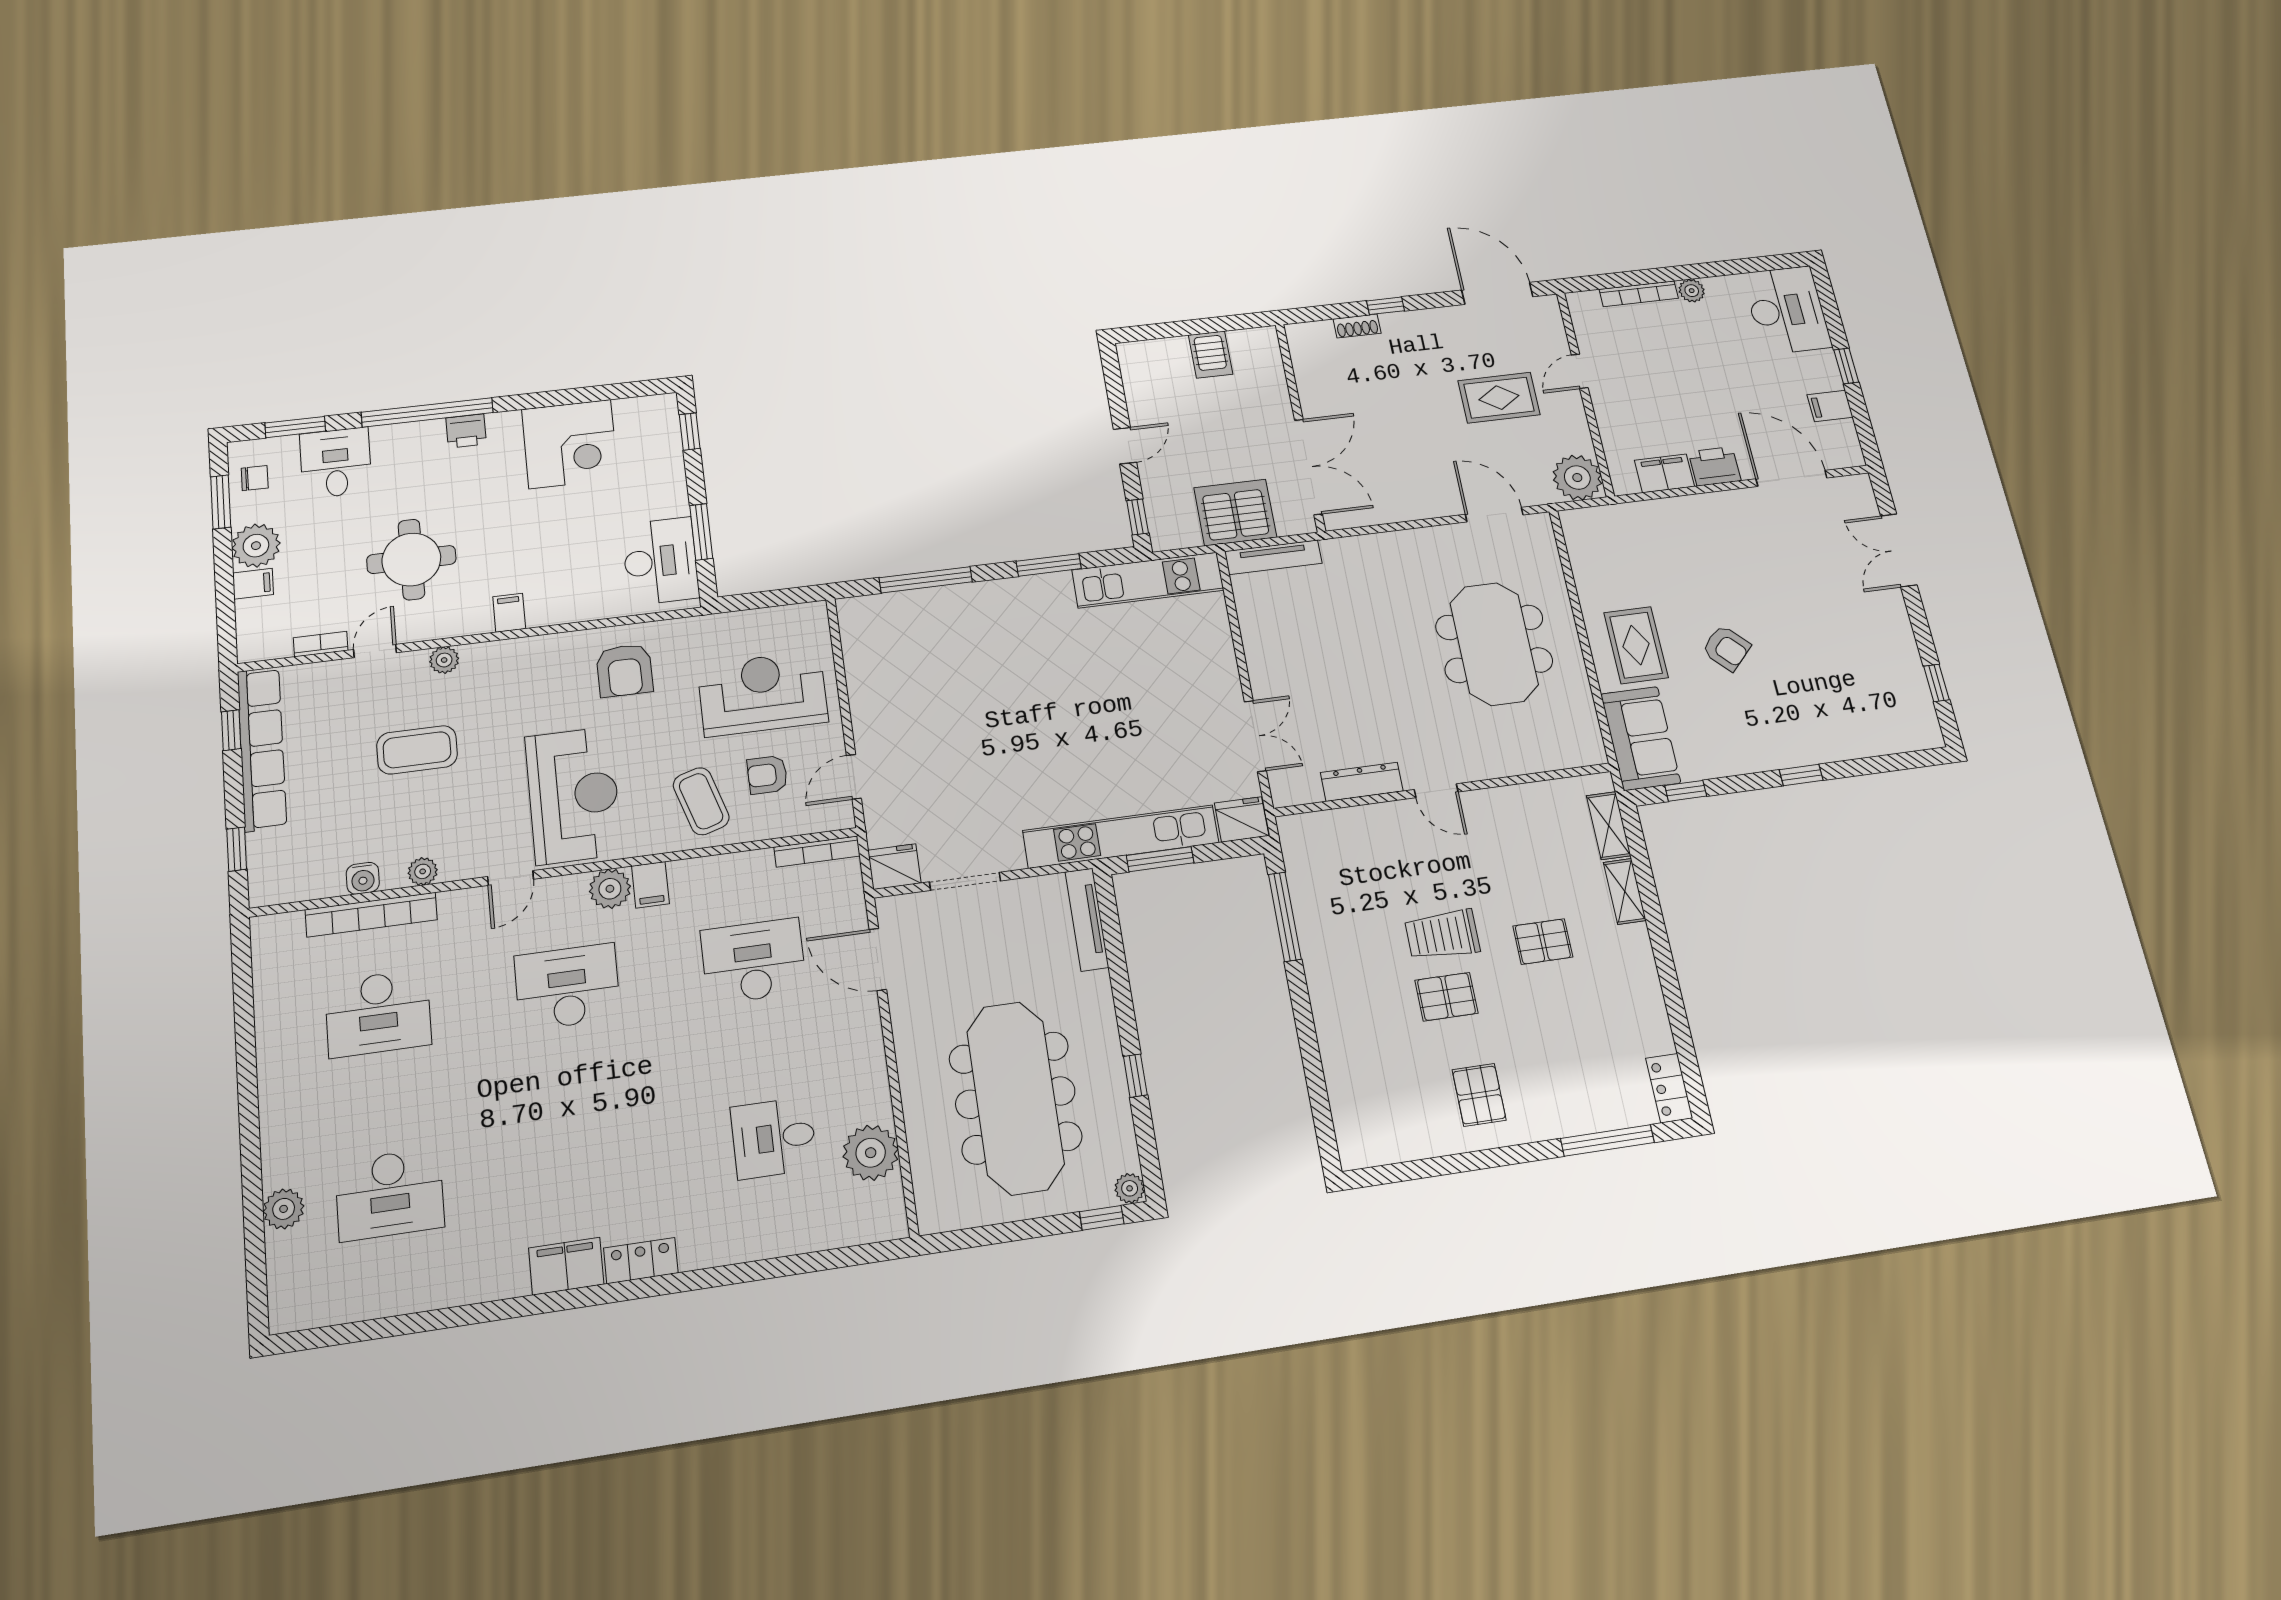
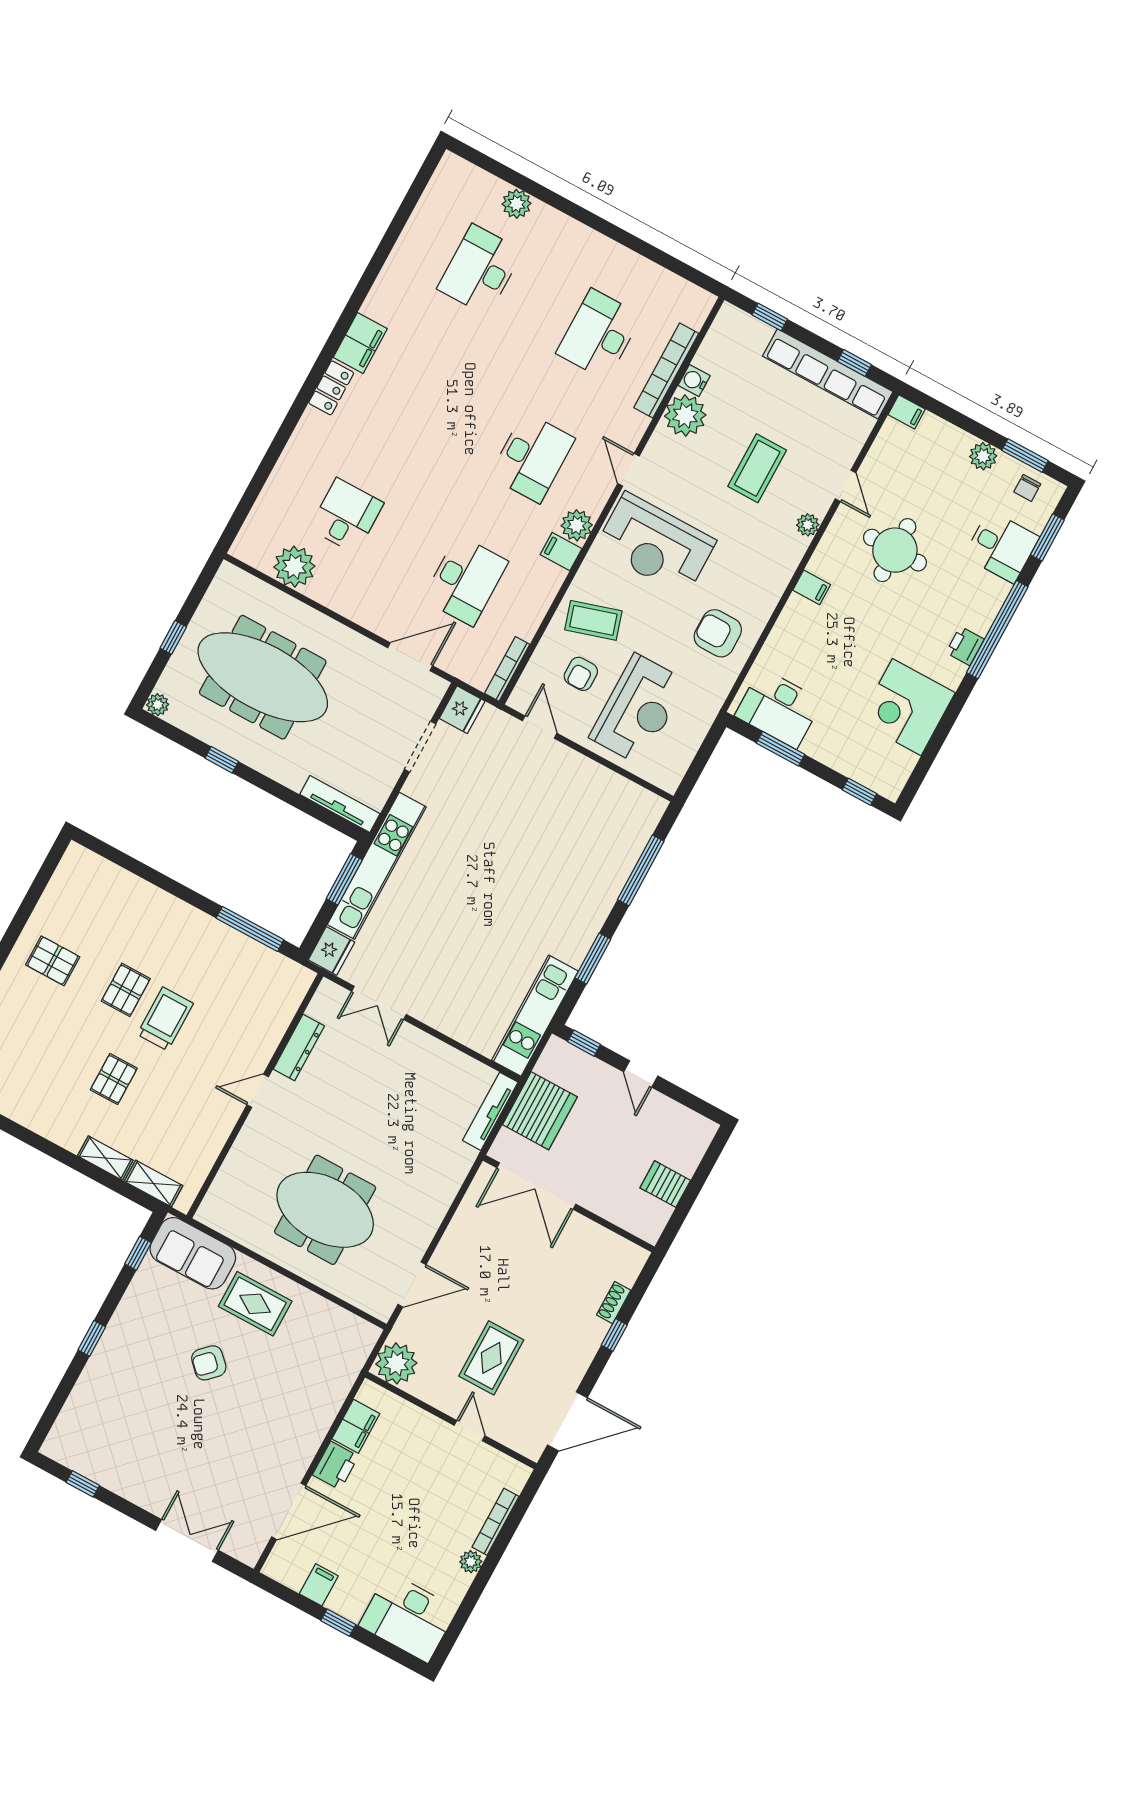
plant: (256, 546) -> (983, 456), width x0.73, depth x0.73
filing cabinet: (253, 584) -> (907, 412), moved, turned -90
bookcase: (321, 644) -> (875, 455), removed
armchair: (767, 775) -> (581, 674), turned 180
plant: (423, 871) -> (685, 416), width x1.88, depth x1.88
window: (1102, 1218) -> (173, 637), moved

